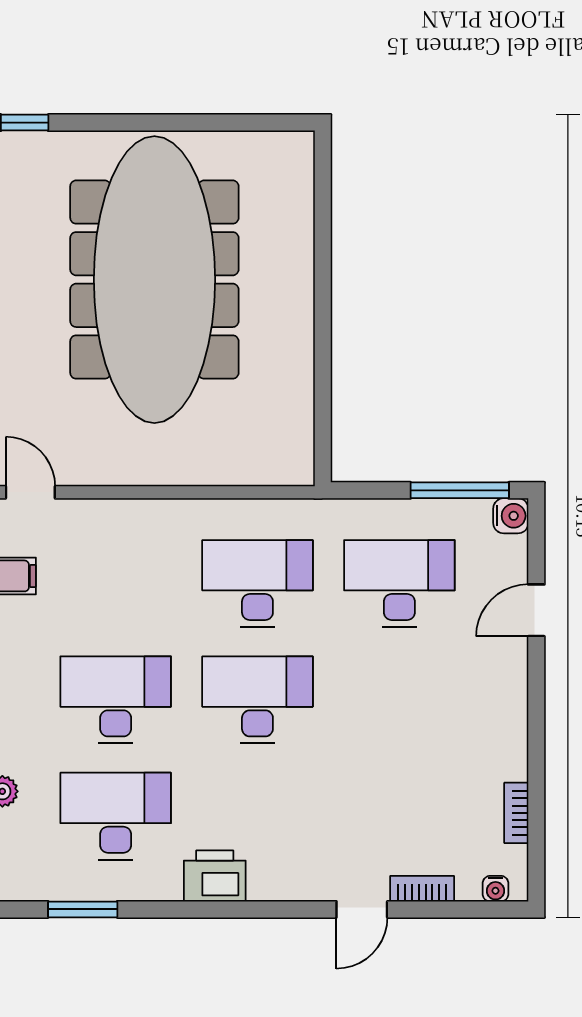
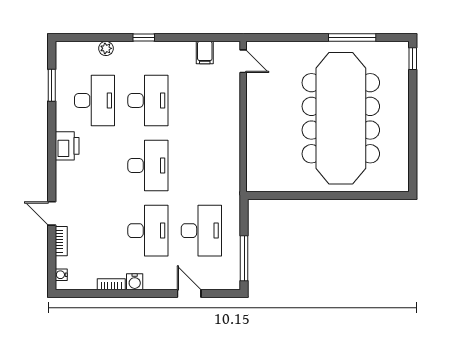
meeting table: (154, 280) -> (341, 118), turned 90
door: (30, 492) -> (243, 61), hinge flipped
water cooler: (511, 516) -> (135, 282), moved
desk: (257, 583) -> (148, 231), moved
bookcase: (516, 813) -> (111, 284), moved

